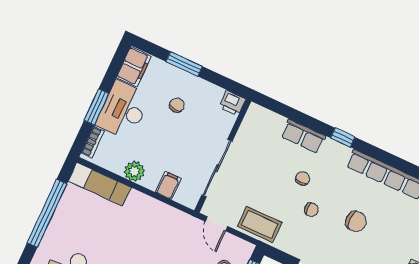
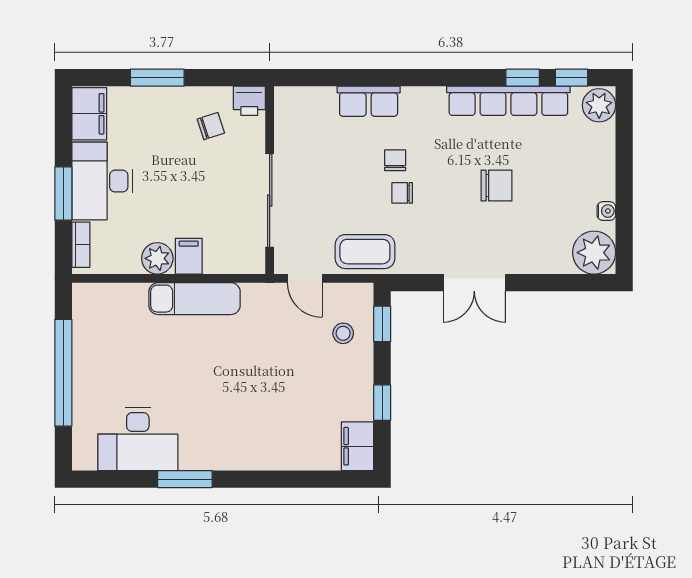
chair: (177, 105) -> (211, 126), moved, turned 66
window: (343, 138) -> (523, 78), moved
exam couch: (100, 184) -> (195, 299), moved
filing cabinet: (168, 185) -> (189, 256), moved
chair: (311, 210) -> (402, 193), moved, turned 180

